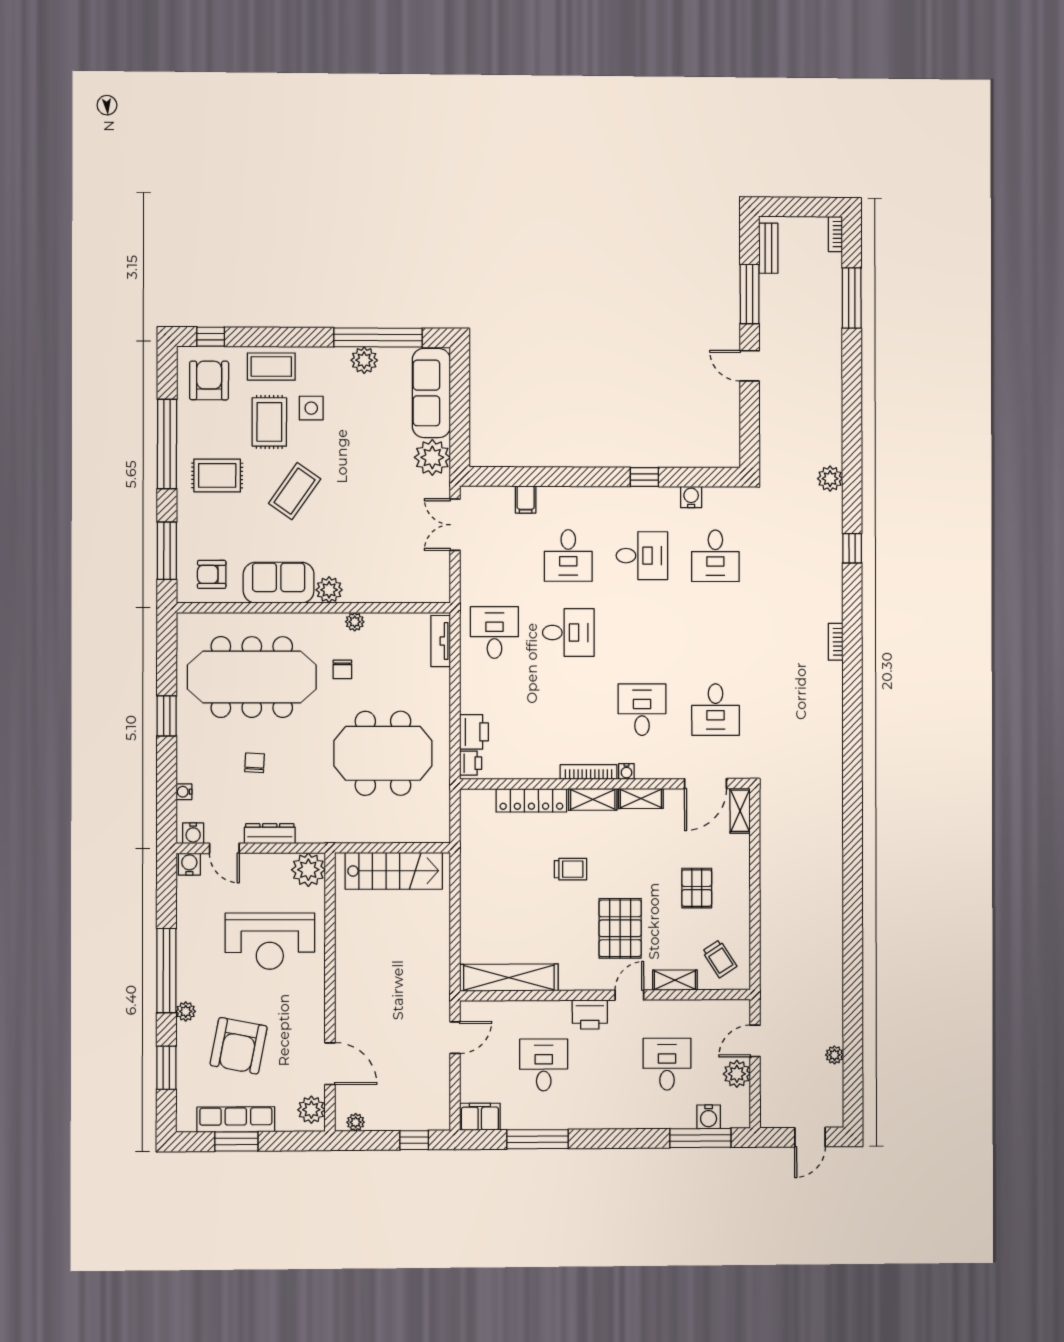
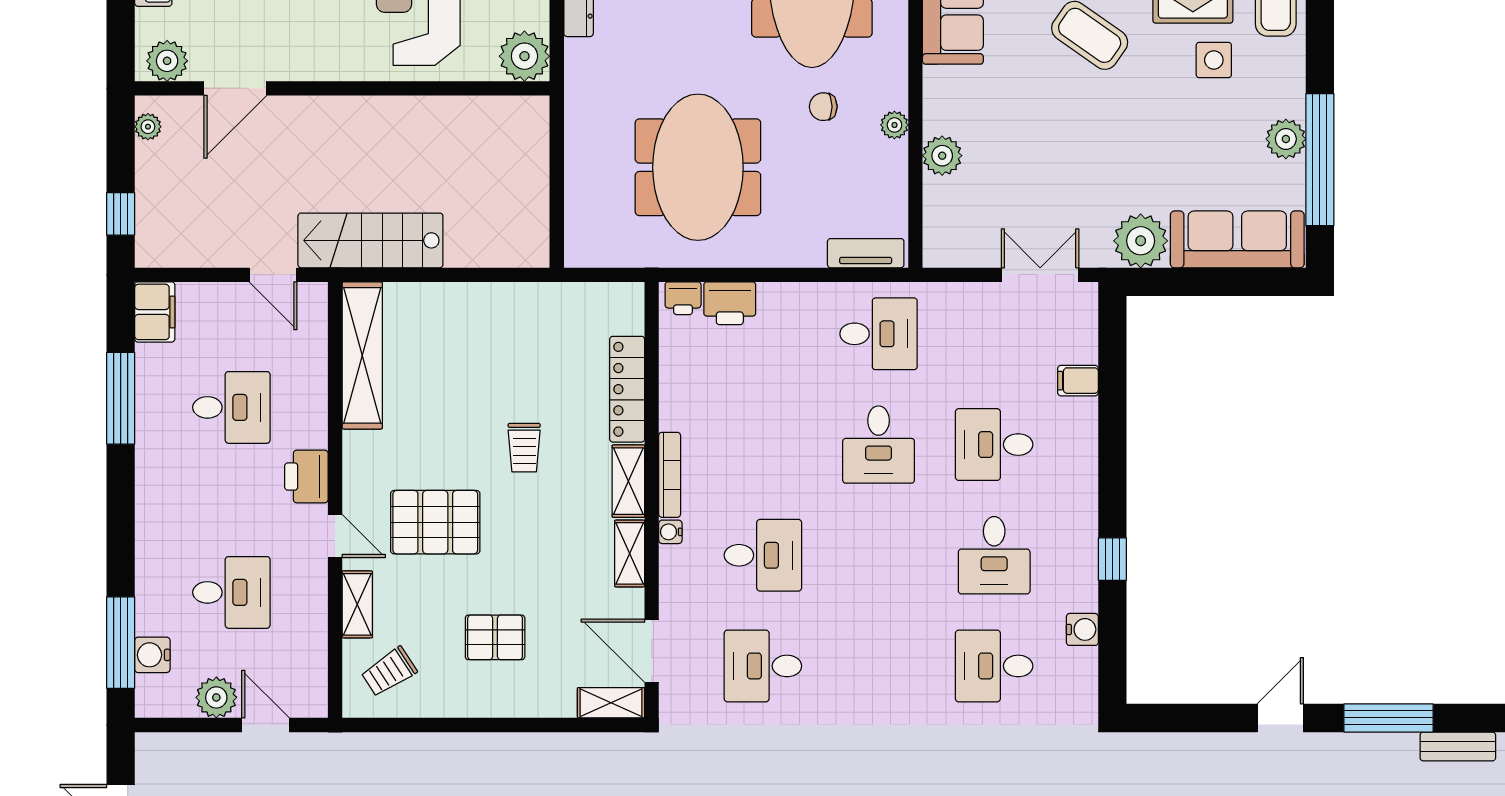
plant: (329, 590) -> (942, 156), moved
stairs: (394, 871) -> (370, 240), moved, turned 90

